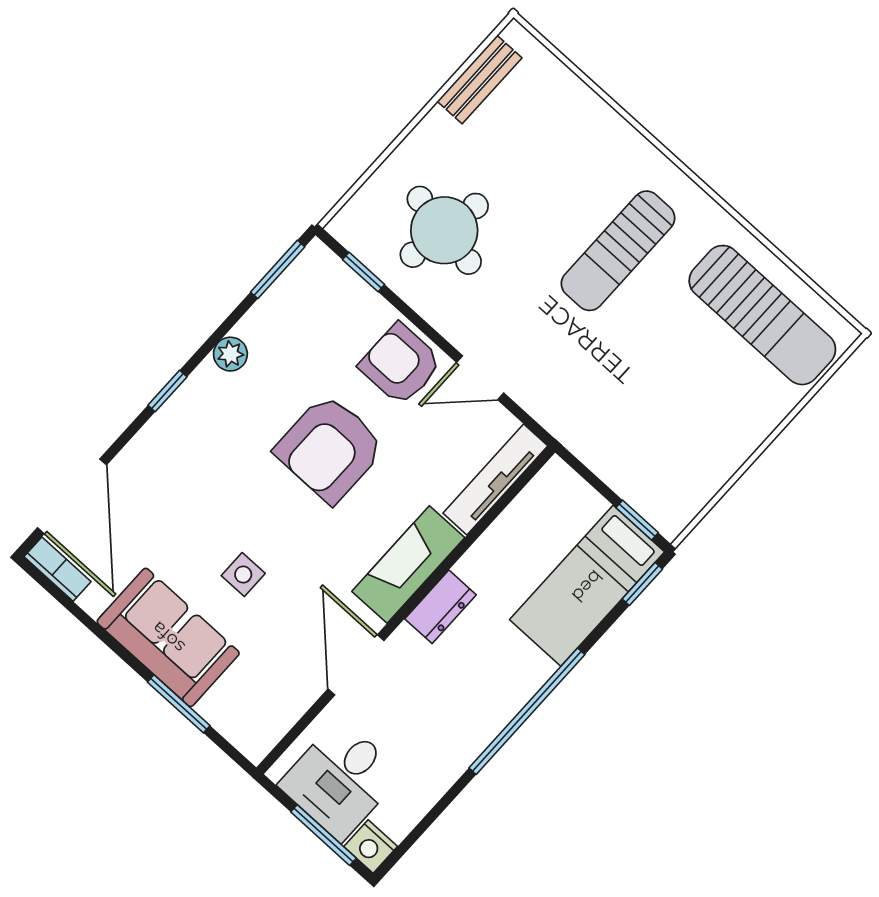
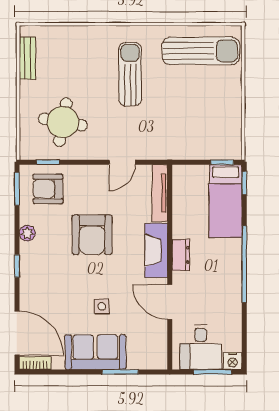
sun lounger: (618, 251) -> (130, 74), turned 180
armchair: (400, 364) -> (48, 189), moved

